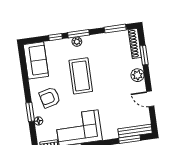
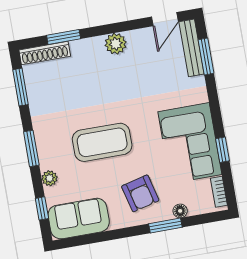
window: (55, 37) -> (42, 208), moved
plant: (77, 42) -> (50, 178), moved
plant: (137, 75) -> (116, 44), moved
door: (150, 99) -> (165, 19), moved

